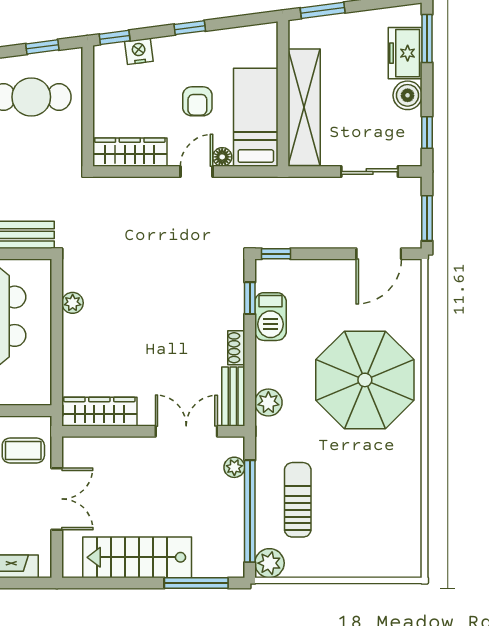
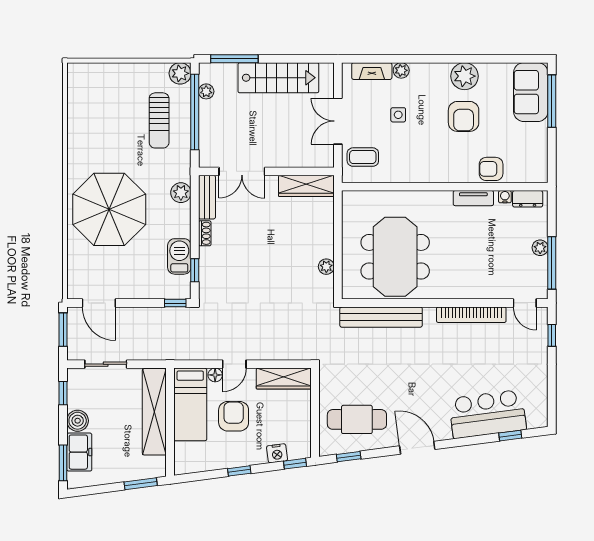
armchair: (197, 101) -> (234, 416), width x1.38, depth x1.38
door: (379, 254) -> (99, 303), swing flipped
plant: (234, 467) -> (206, 91), moved

